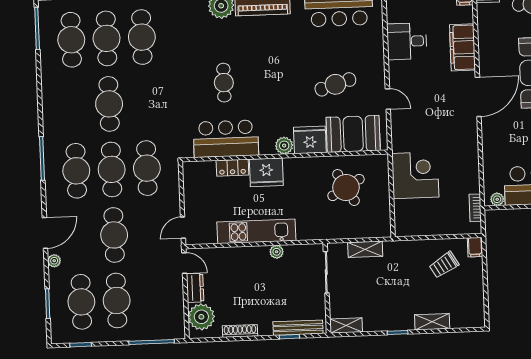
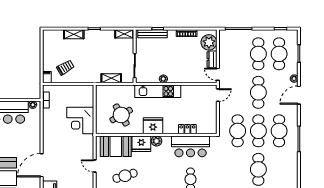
fridge: (266, 172) -> (153, 126), moved
kitchen unit: (256, 231) -> (158, 91), moved

